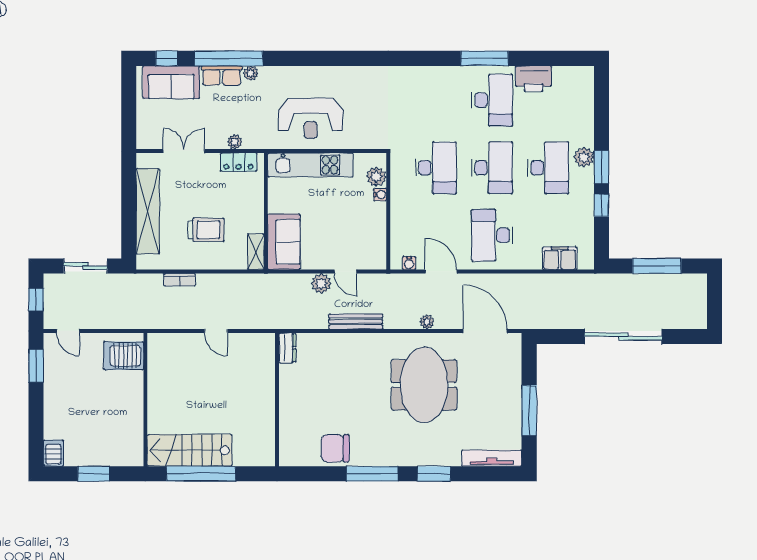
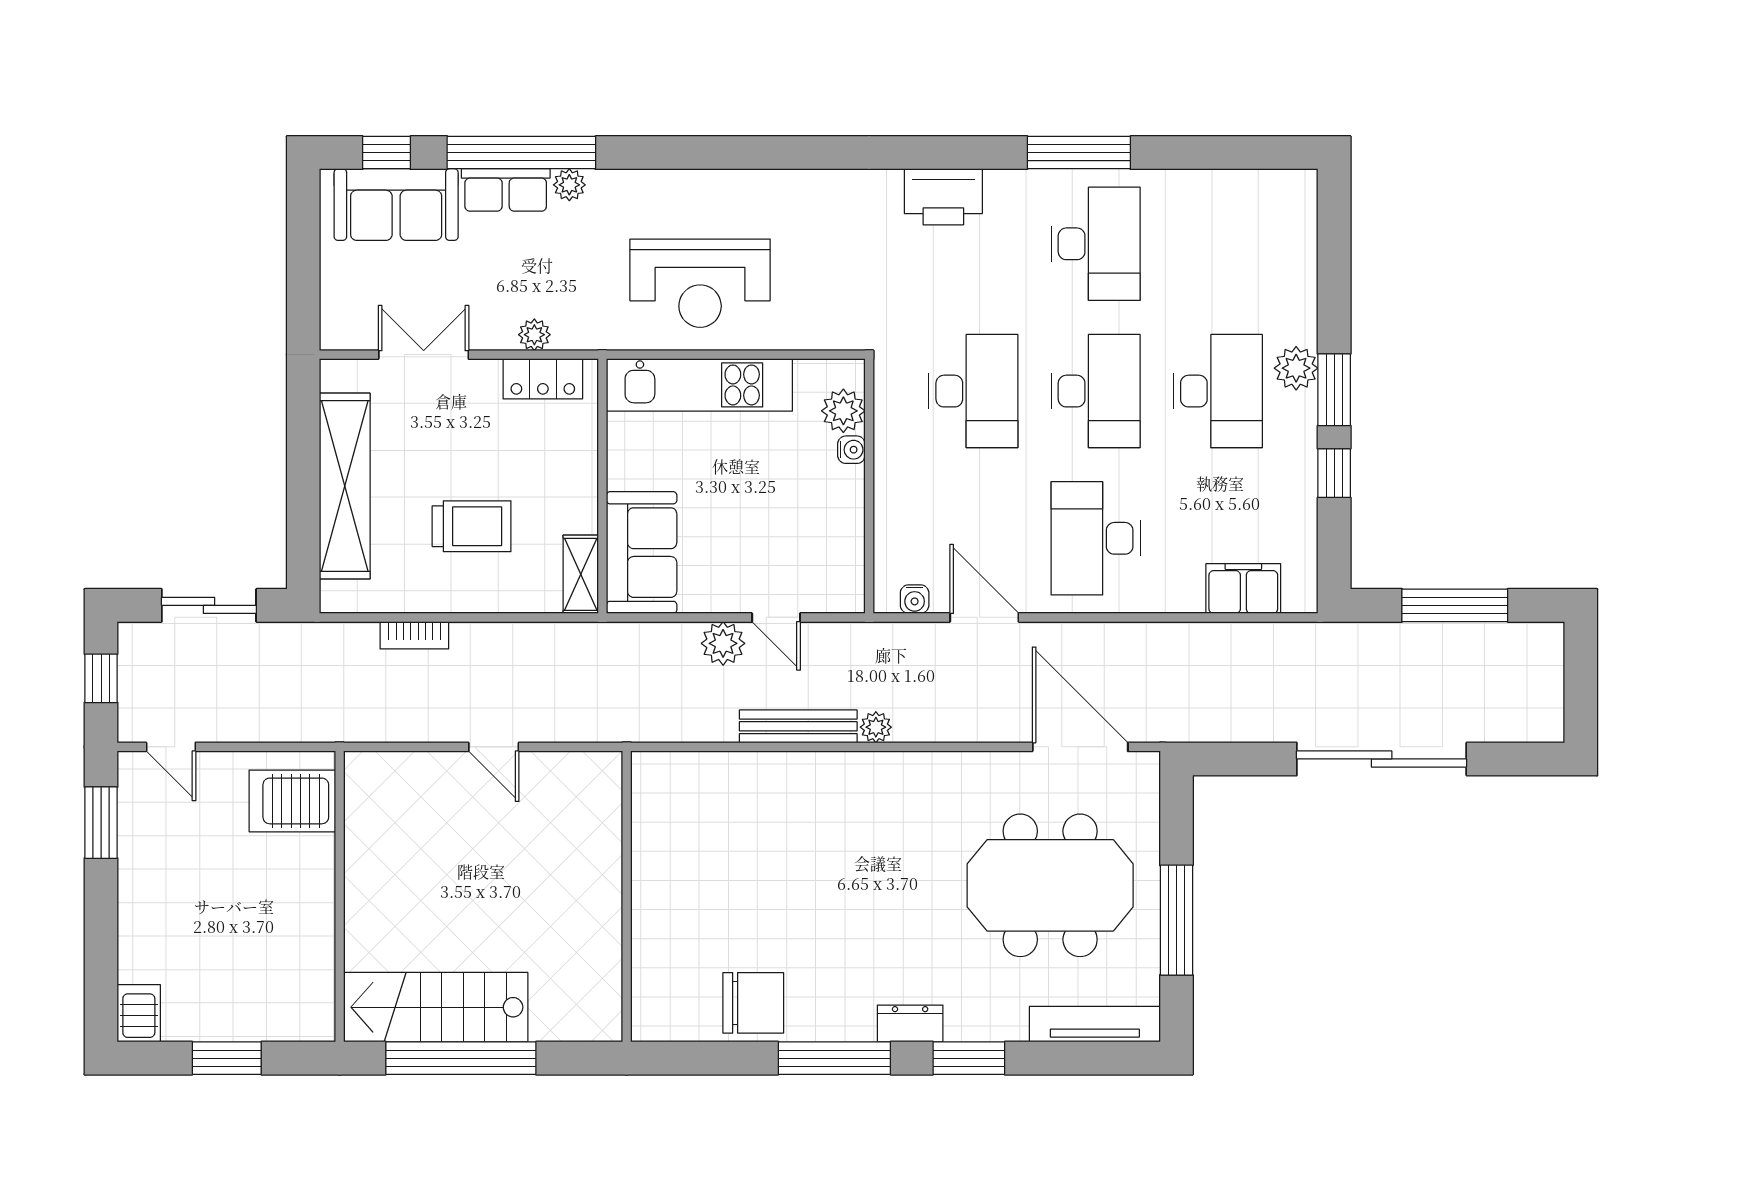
printer: (534, 79) -> (943, 197), moved
plant: (427, 322) -> (876, 727), moved
dresser: (287, 348) -> (910, 1024), moved, turned -90
meeting table: (424, 385) -> (1050, 885), moved, turned 90
chair: (335, 448) -> (753, 1003), turned 180

